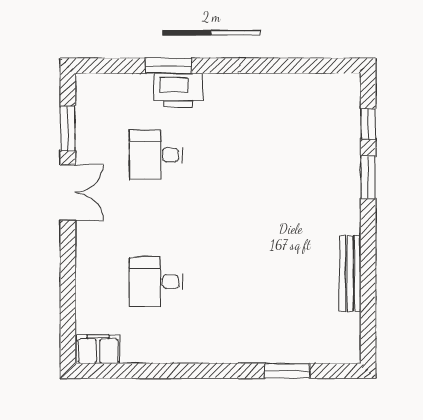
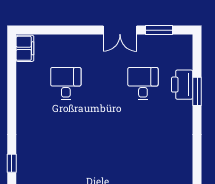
printer: (178, 90) -> (182, 85), moved
window: (287, 371) -> (12, 163), width x0.67

